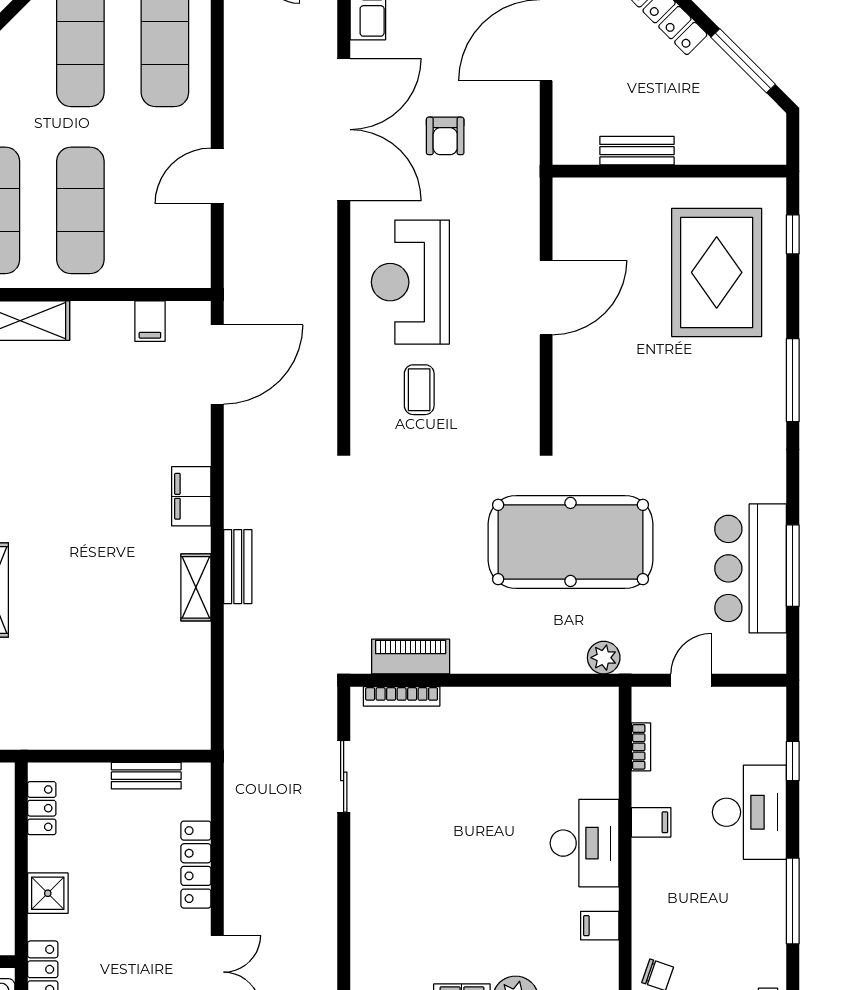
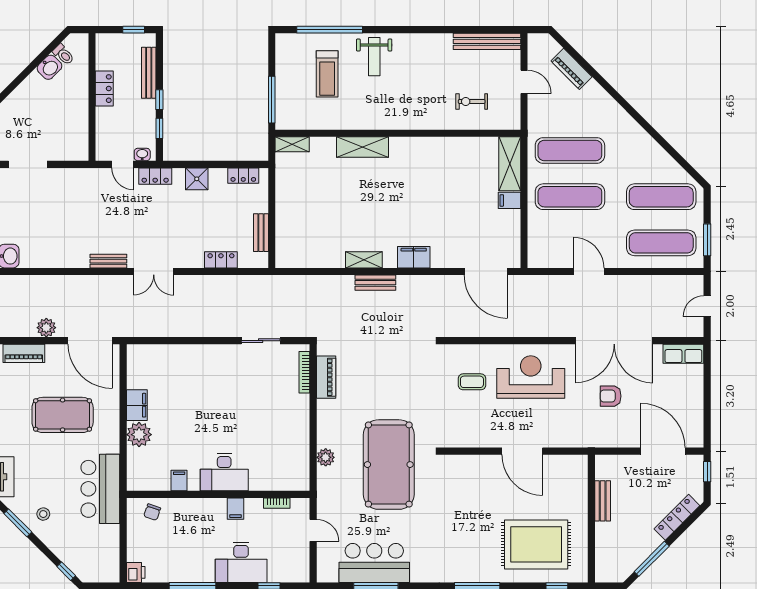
filing cabinet: (150, 321) -> (509, 200), moved
plant: (604, 658) -> (326, 457), moved
locker: (196, 865) -> (221, 260), width x0.66

